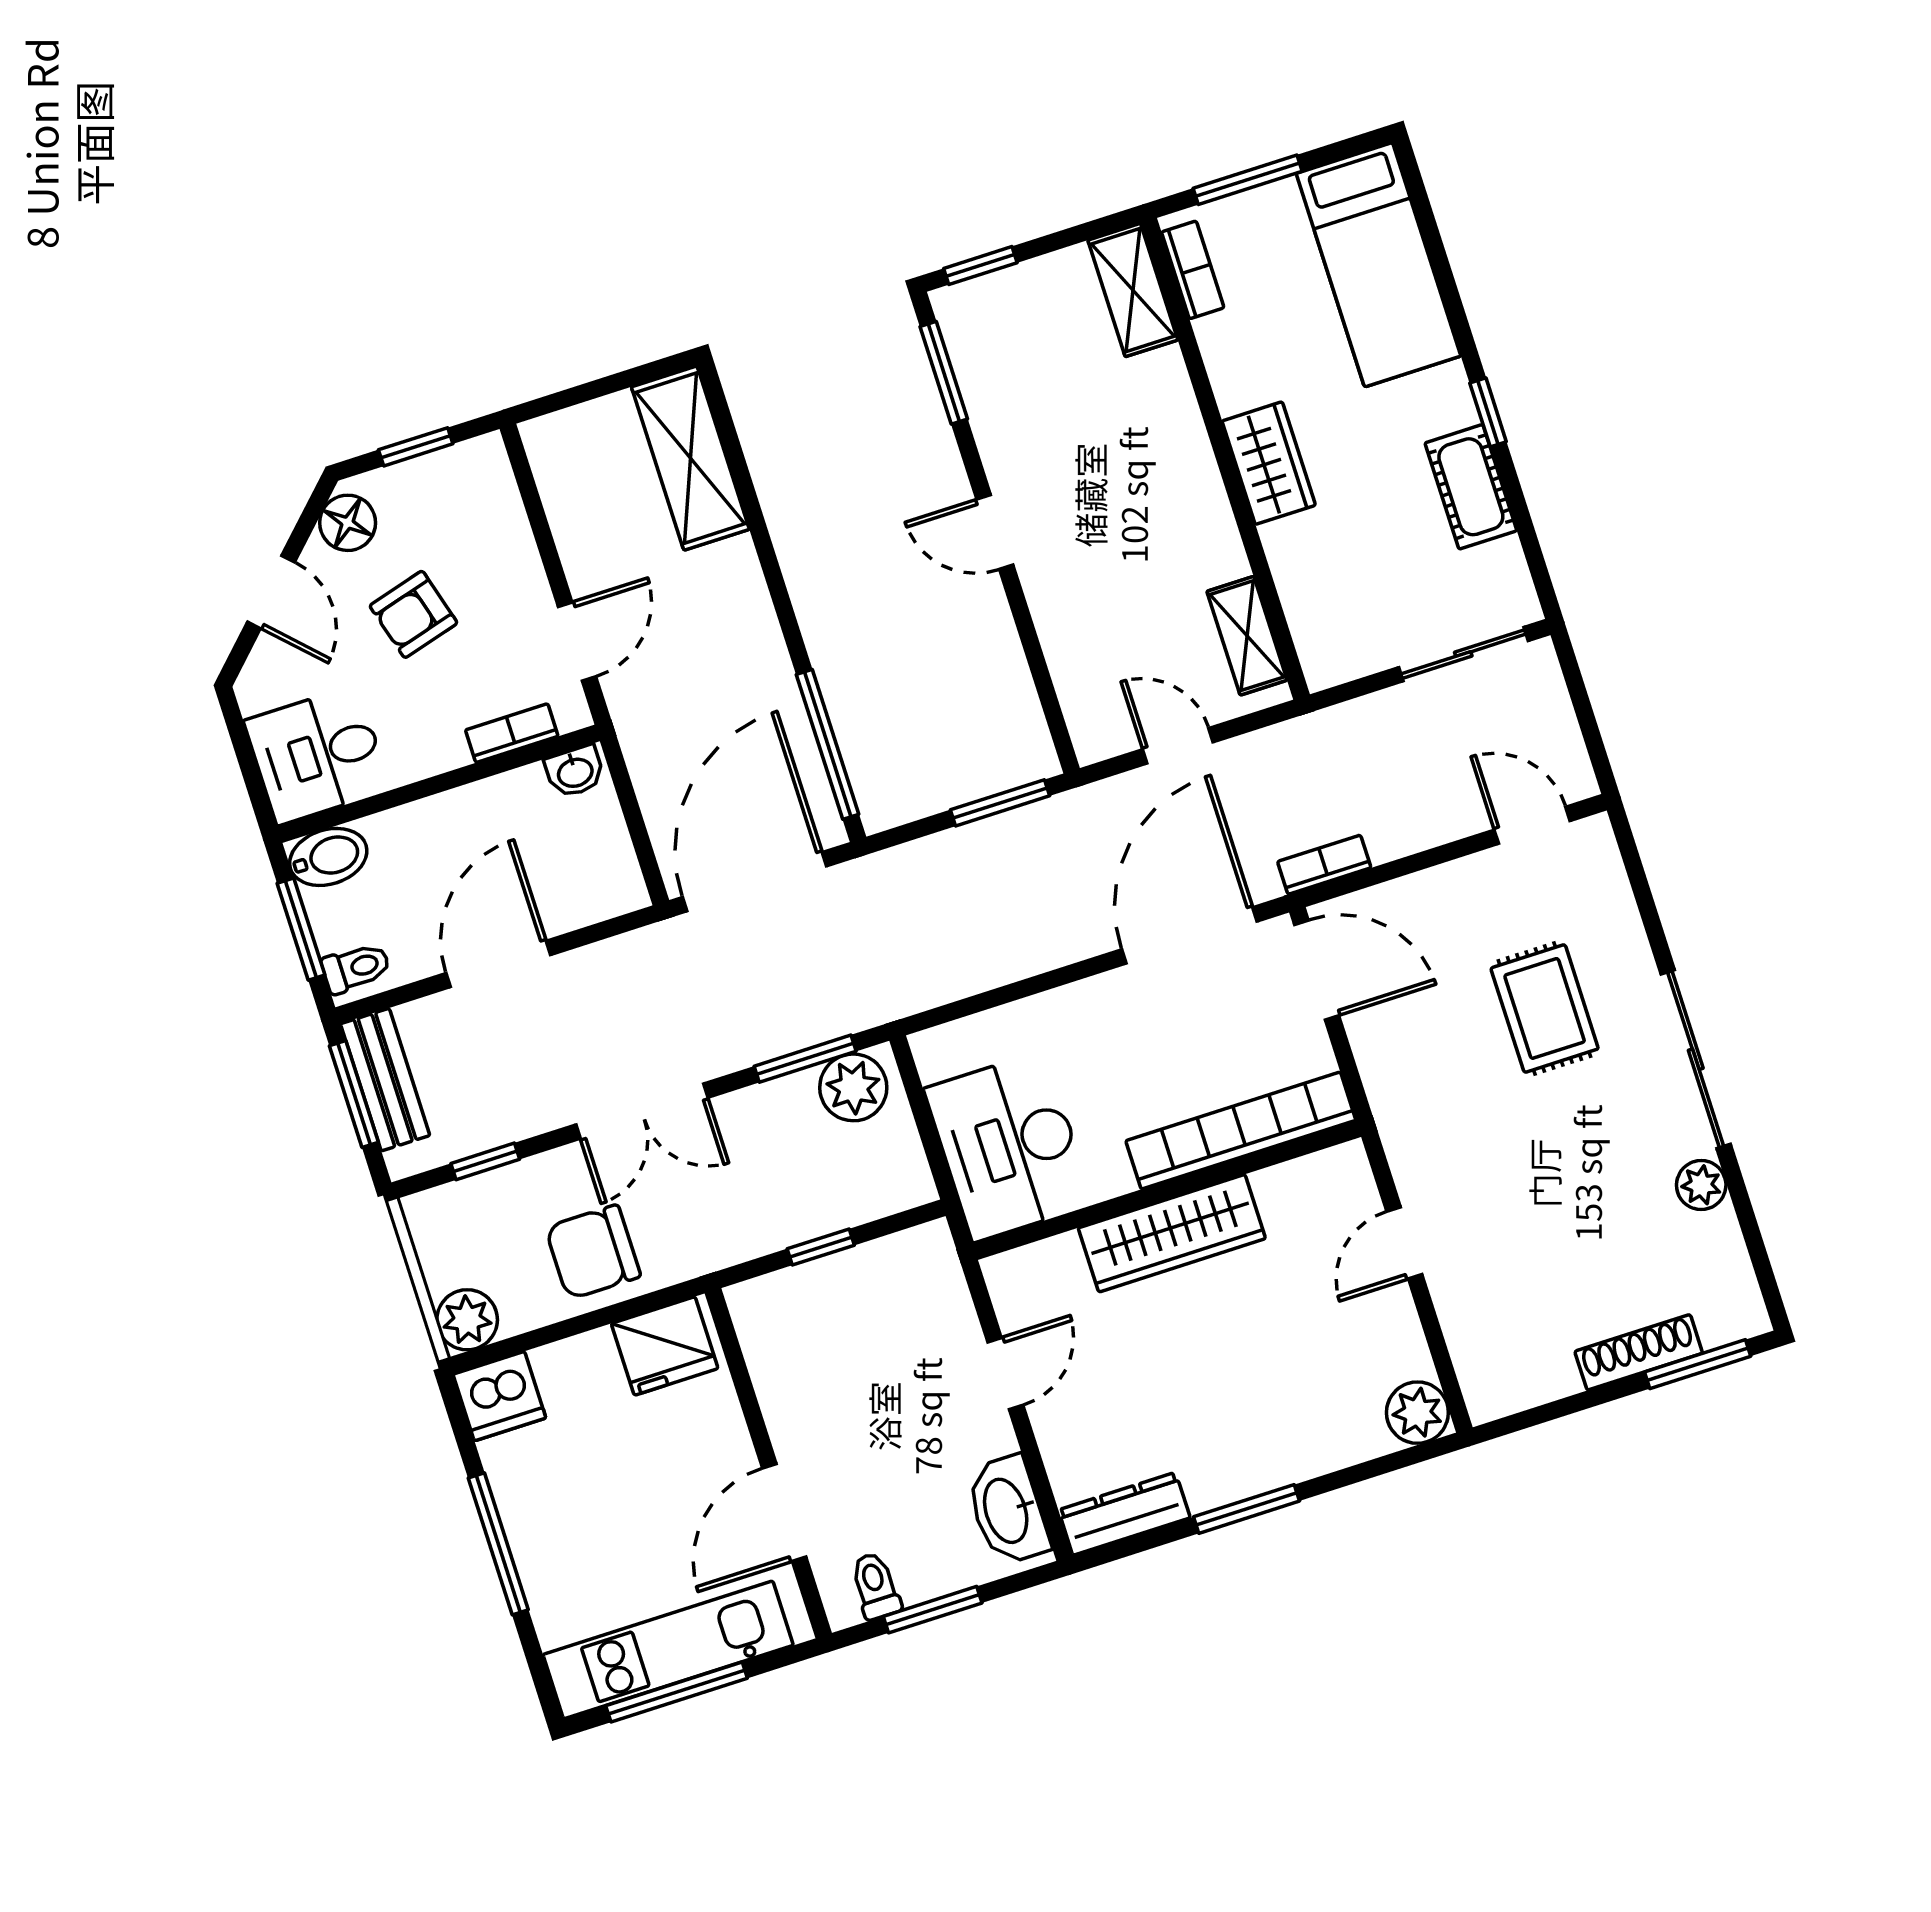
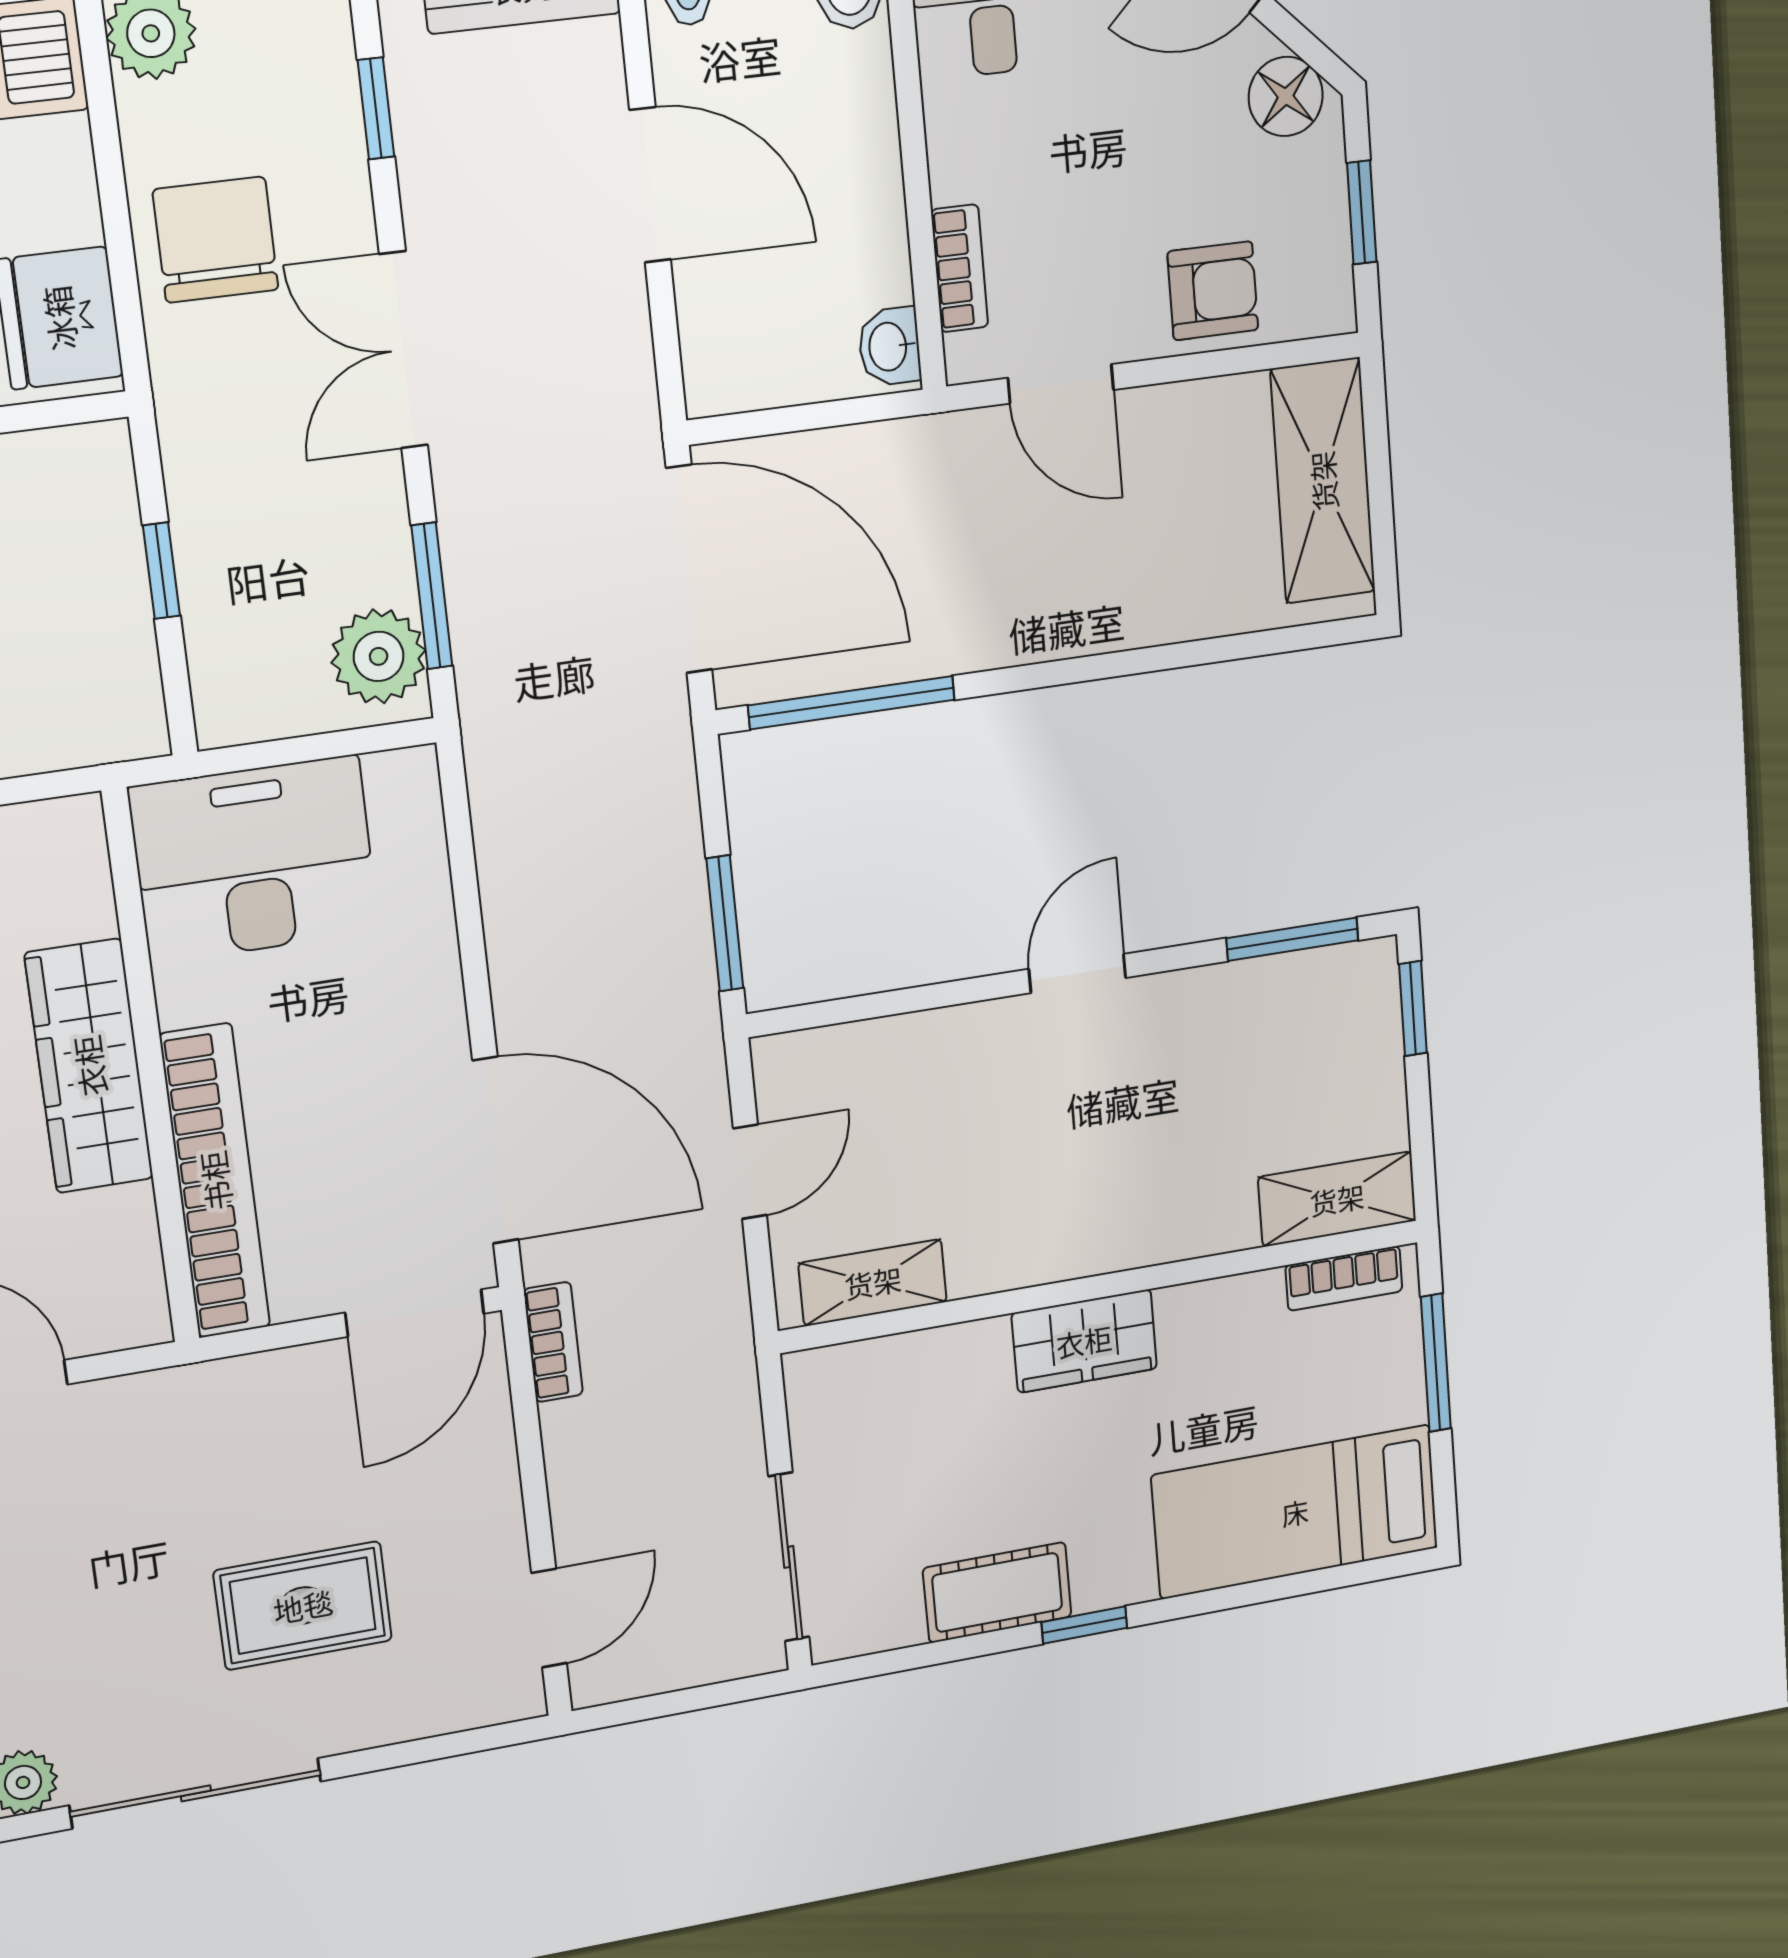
shelving: (690, 458) -> (1323, 481), moved, turned 90
armchair: (413, 614) -> (1213, 291), moved, turned 106

